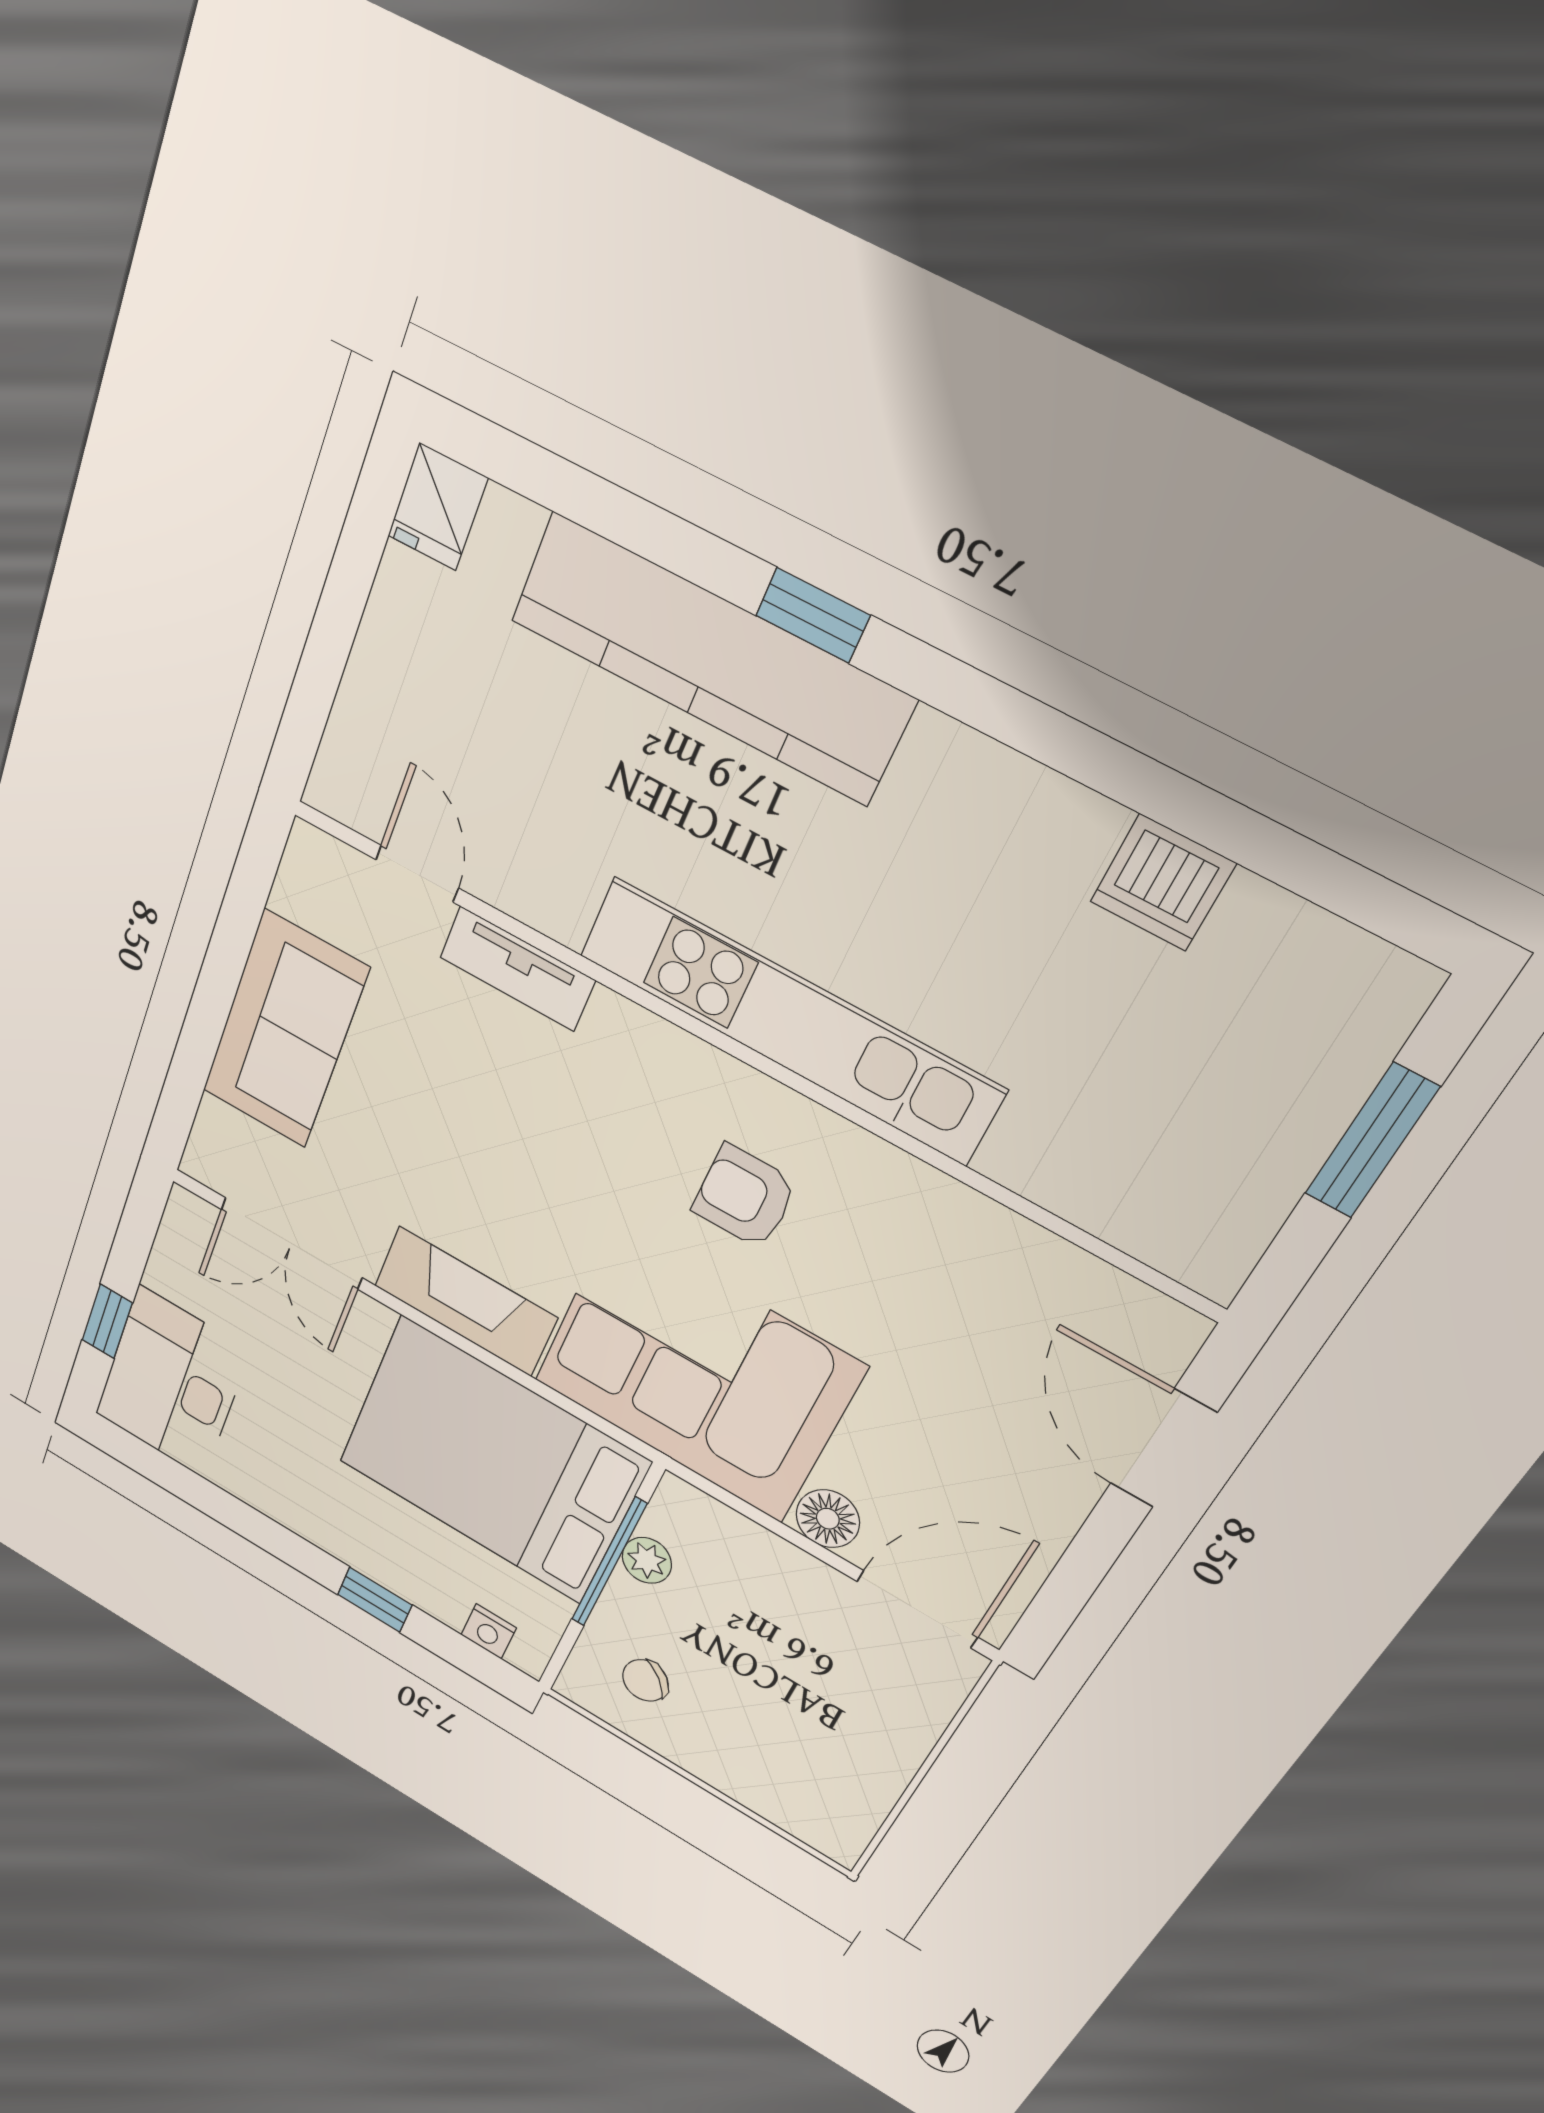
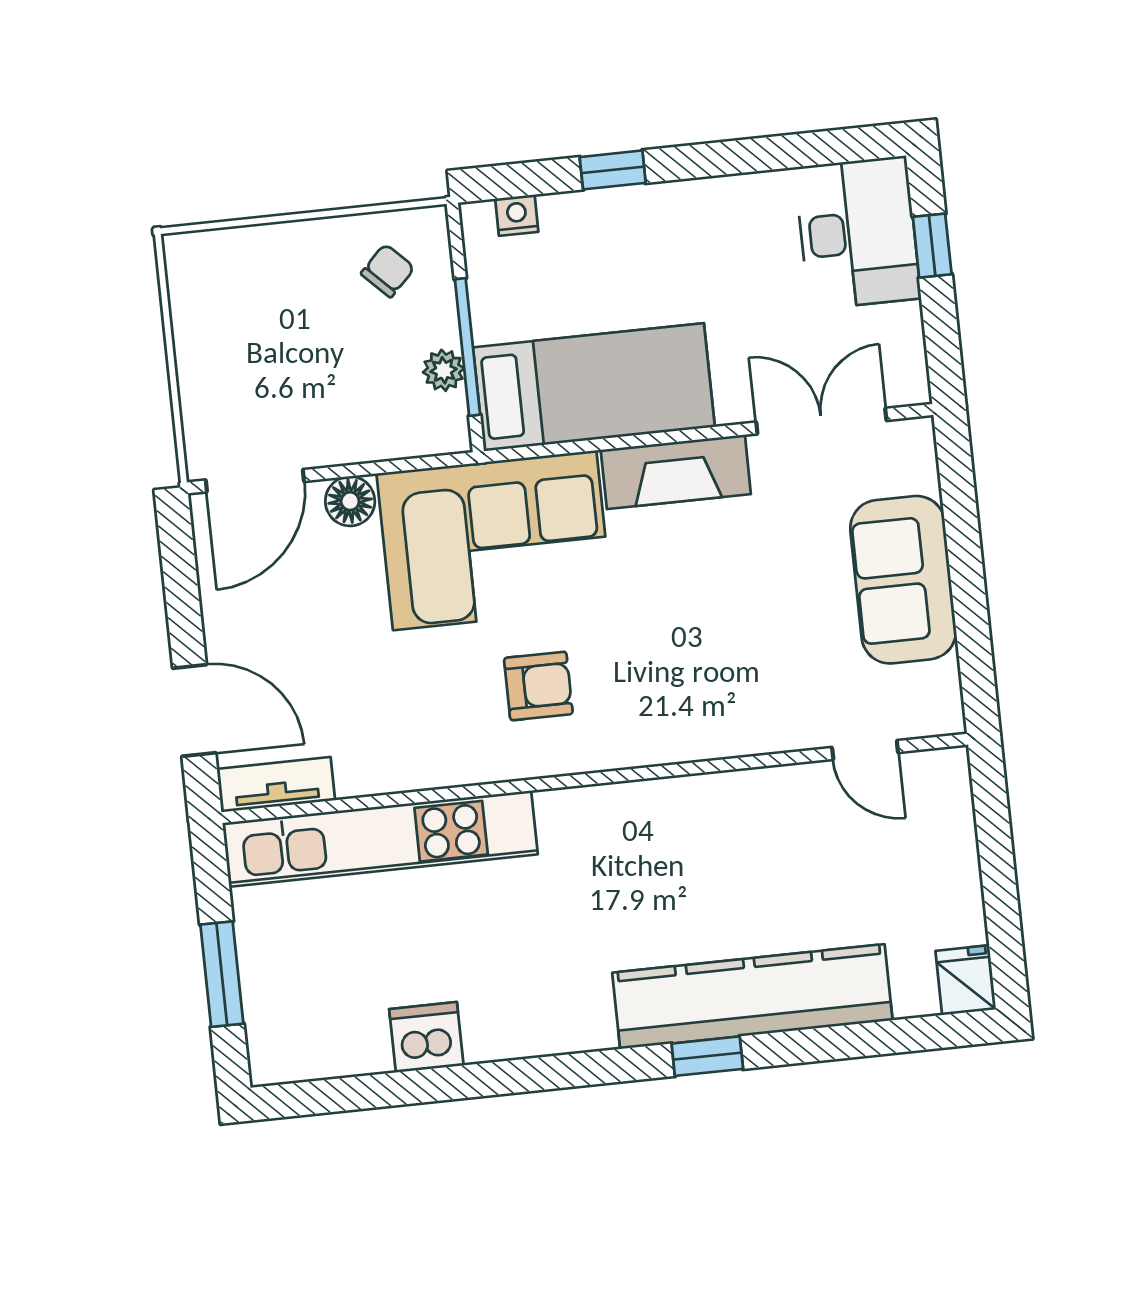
tv unit: (517, 969) -> (276, 785), moved
kitchen unit: (789, 1021) -> (380, 839), moved
bed: (492, 1461) -> (594, 387), width x0.67

